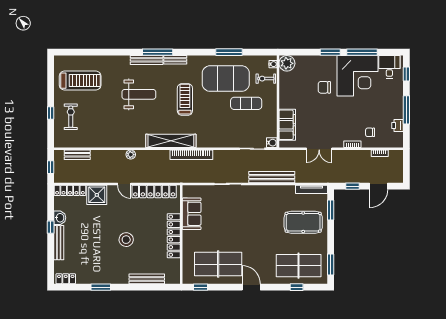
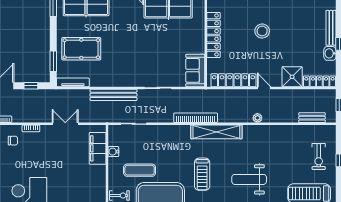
chair: (324, 87) -> (60, 187), removed
water cooler: (272, 143) -> (113, 152), moved
sofa: (192, 214) -> (195, 70), moved

